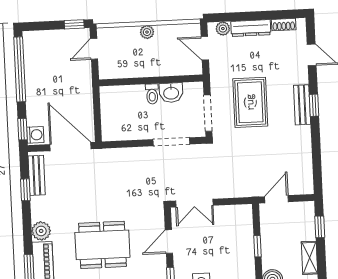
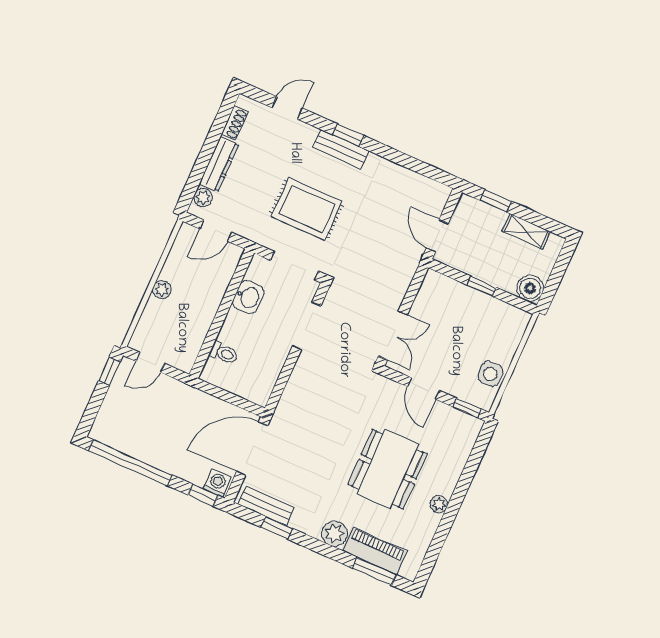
door: (94, 49) -> (150, 362), hinge flipped
toilet: (152, 94) -> (224, 353), moved

